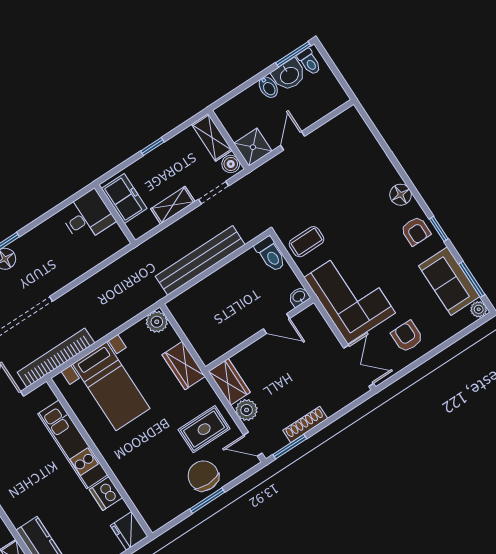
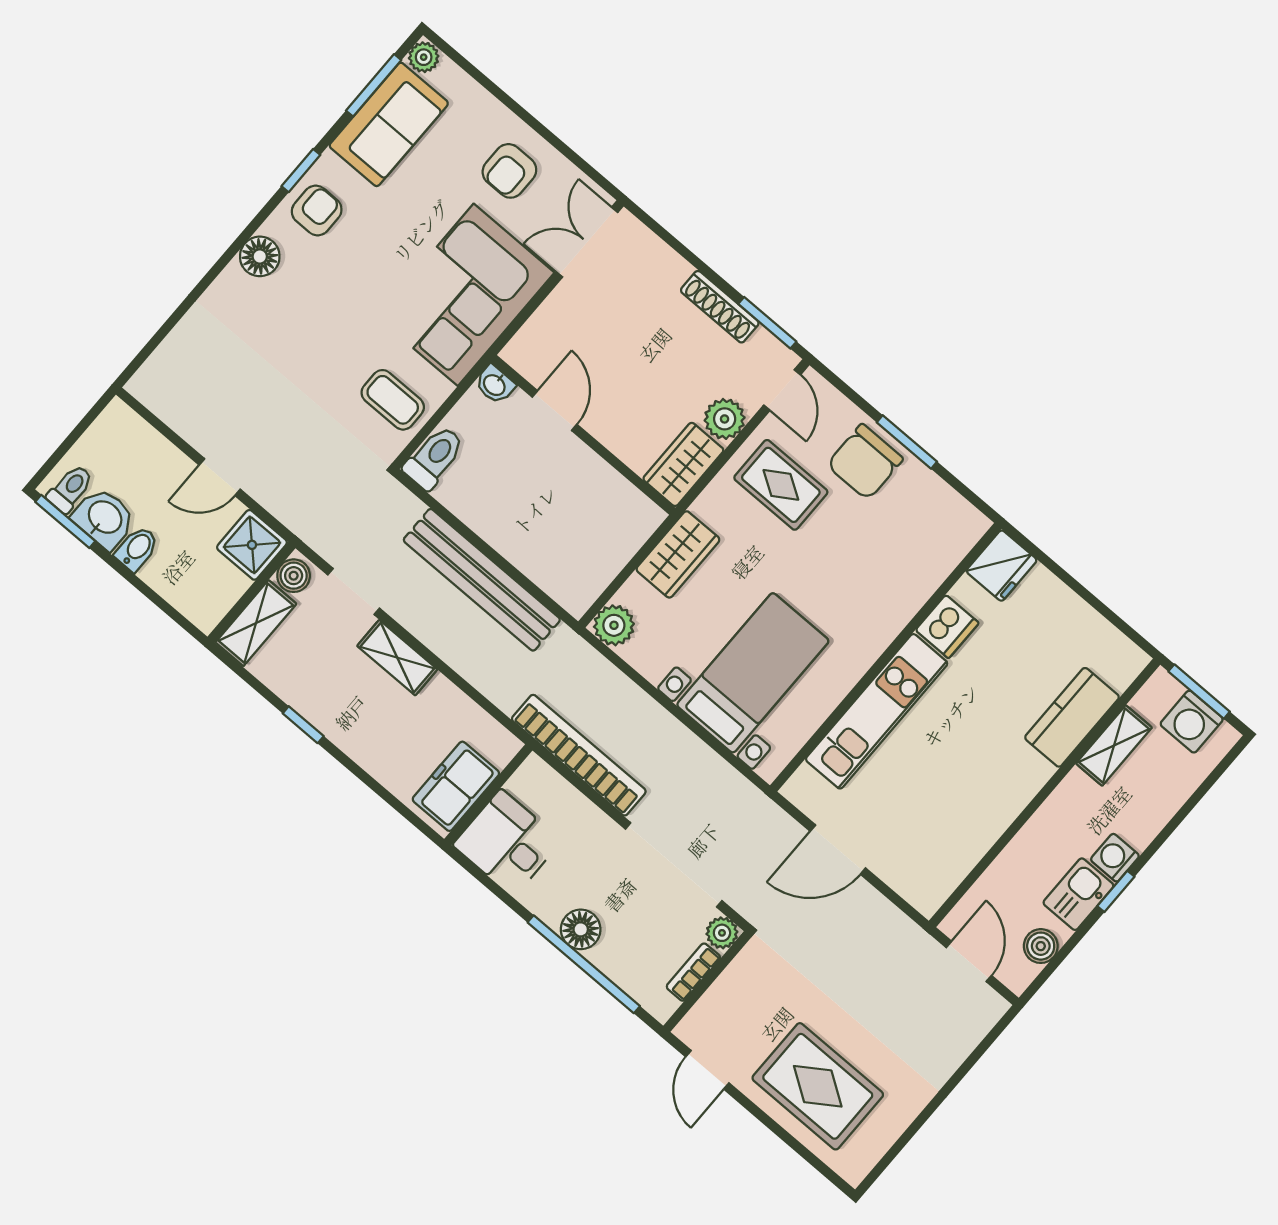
freezer: (124, 199) -> (456, 786), moved
wall: (115, 214) -> (488, 795), moved
desk: (87, 216) -> (507, 843), moved
bookcase: (56, 358) -> (579, 755), moved, turned 180

